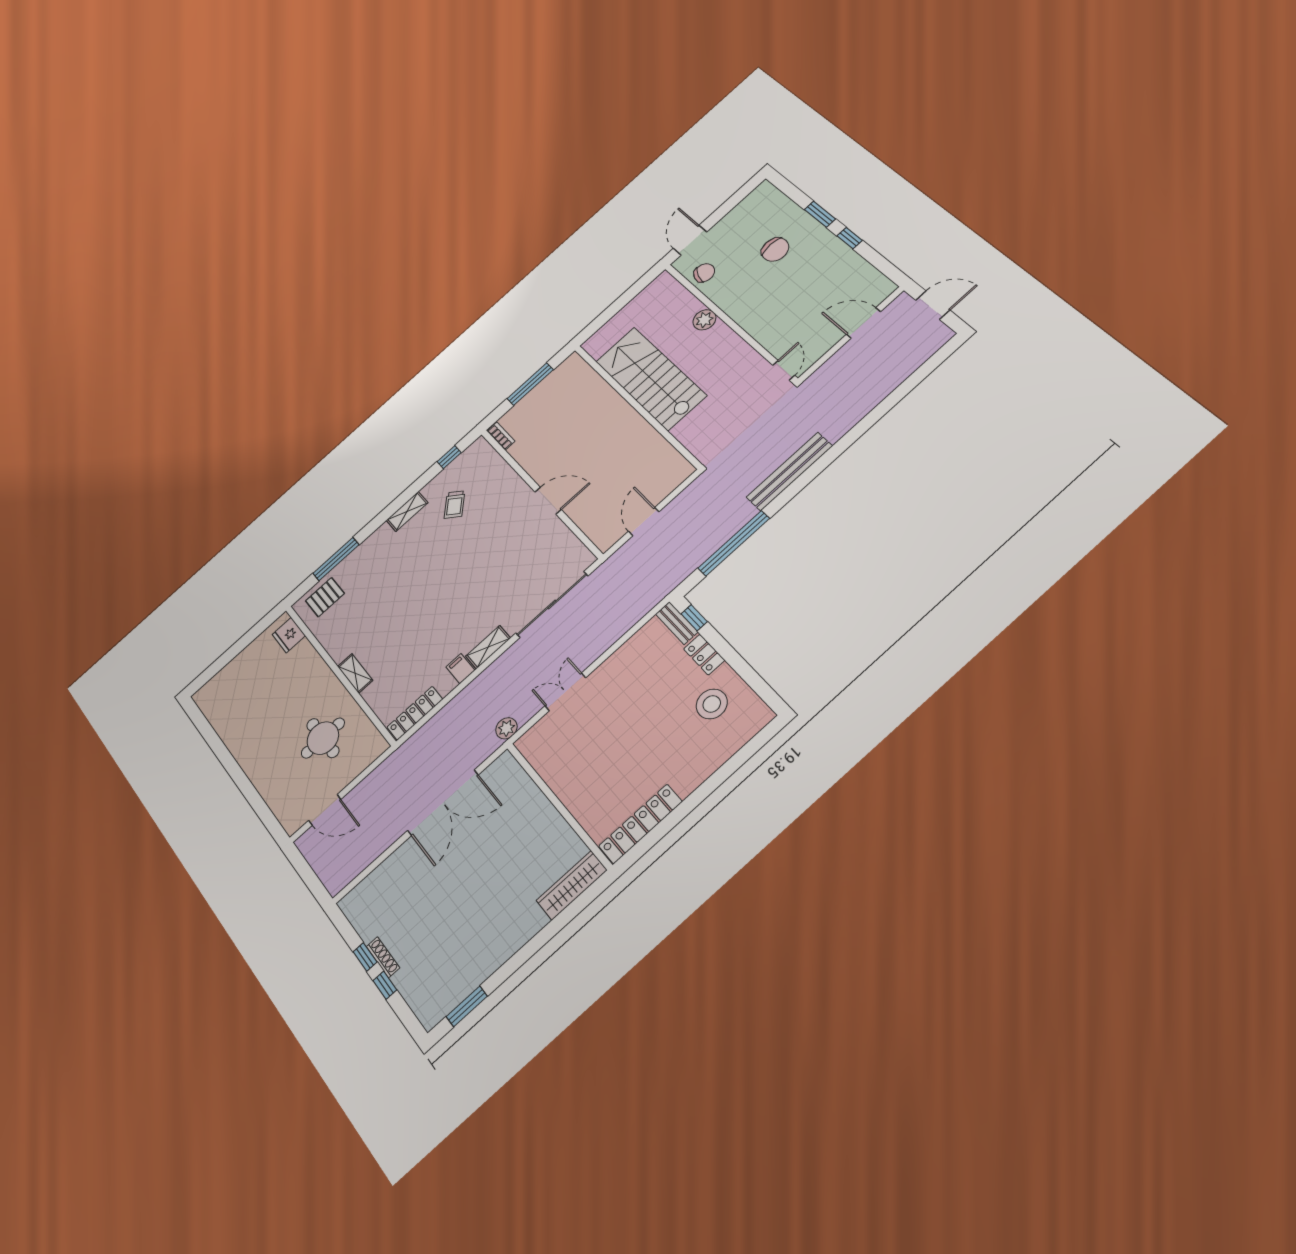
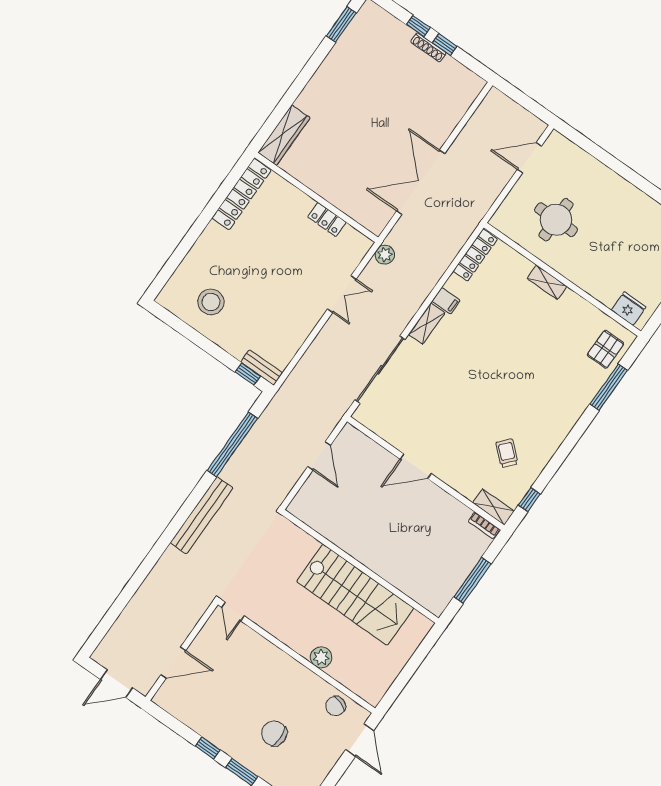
shelving: (407, 511) -> (493, 507), moved, turned 90
locker: (704, 655) -> (327, 220), moved, turned 180

